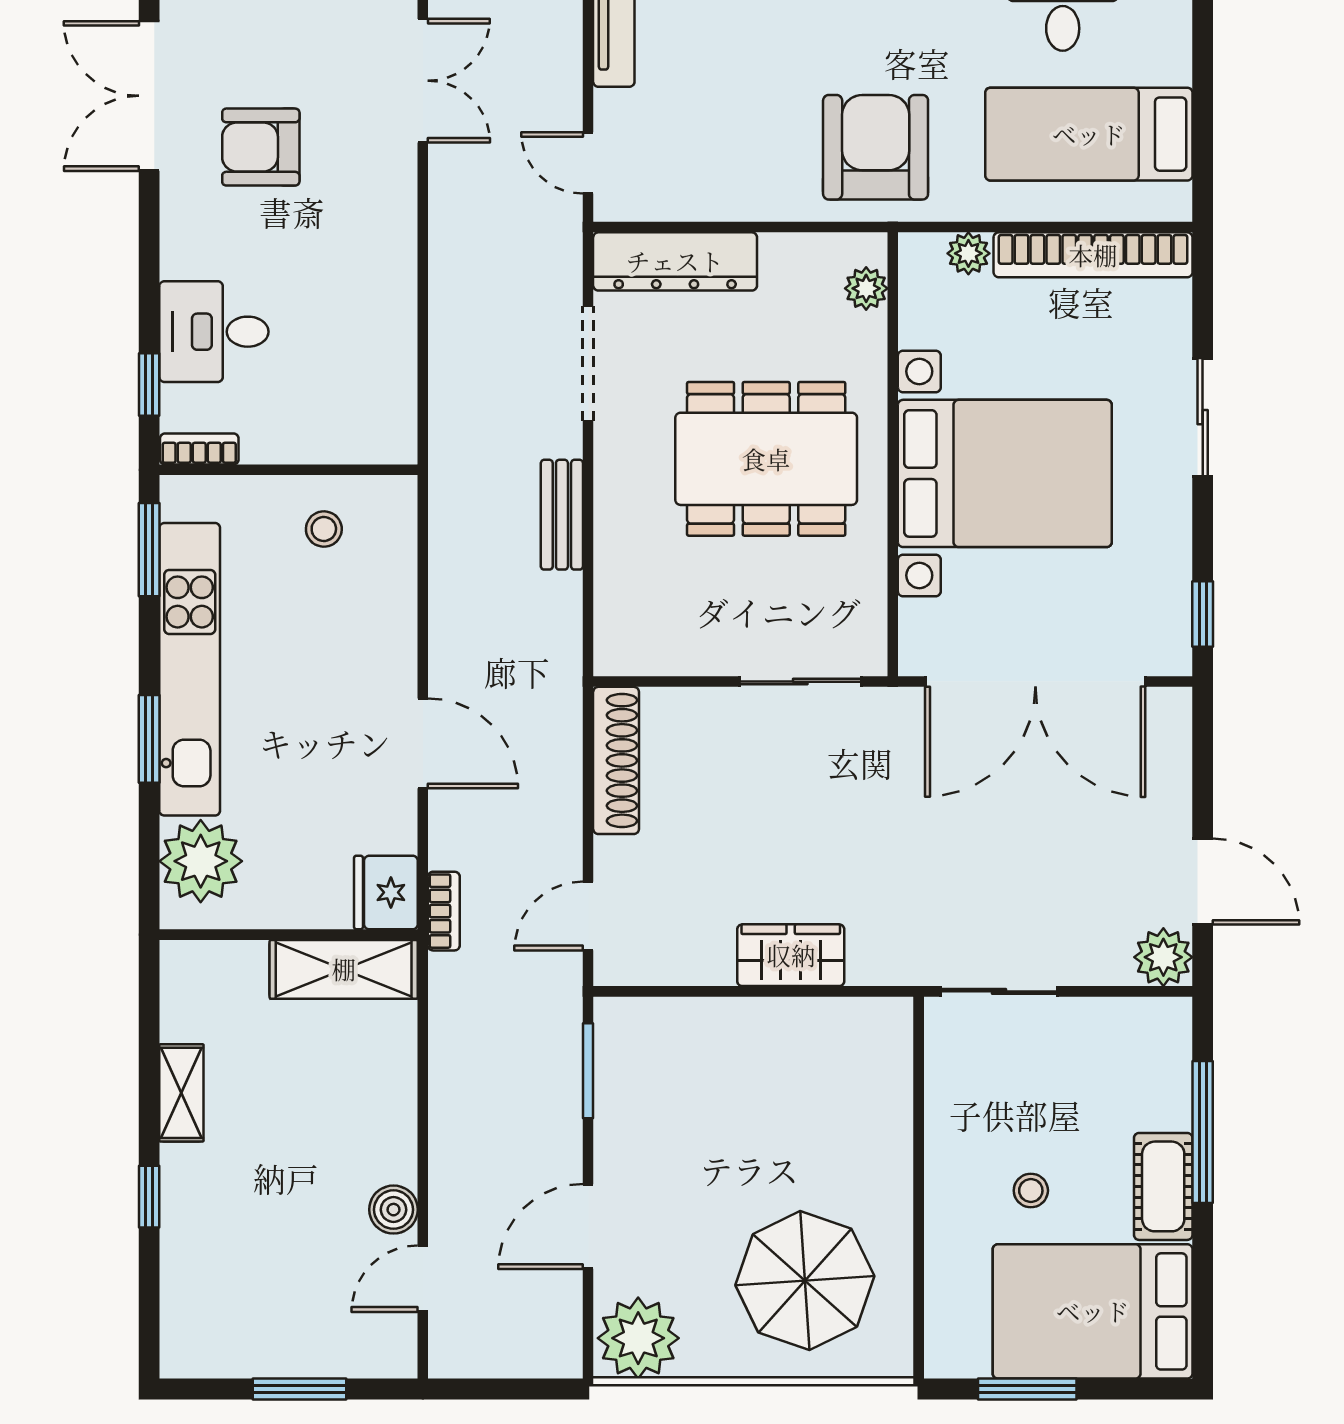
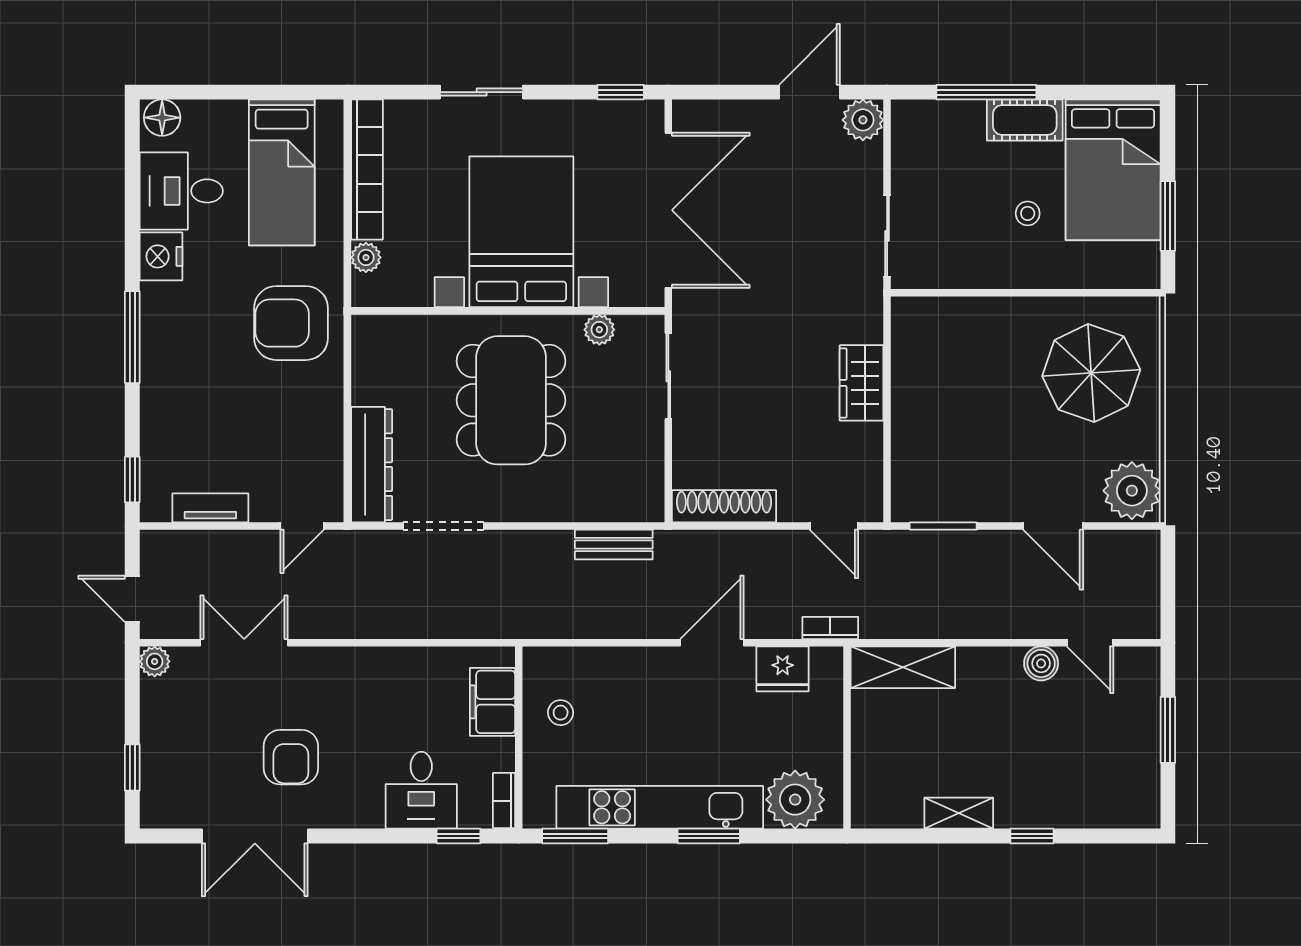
plant: (866, 288) -> (599, 330), moved
filing cabinet: (339, 433) -> (492, 702), added
bench: (562, 515) -> (614, 545), moved
fridge: (386, 892) -> (783, 669), moved
shelving: (344, 969) -> (903, 667), moved, turned 90

